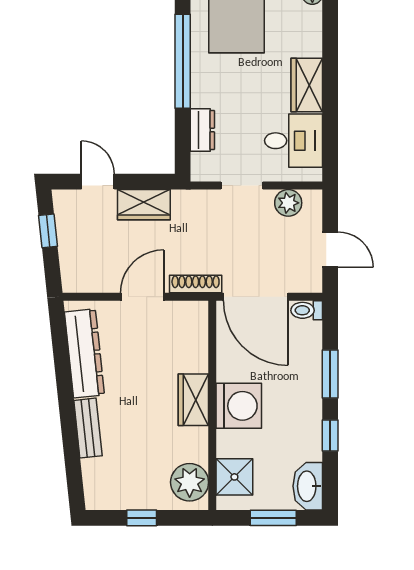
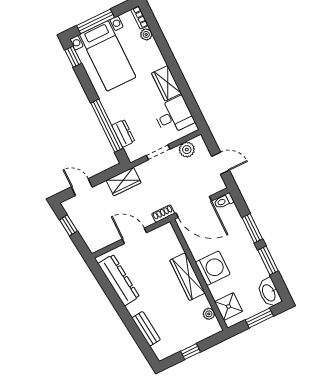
window: (183, 61) -> (107, 126), moved
wardrobe: (144, 205) -> (124, 182), moved
shoe rack: (196, 284) -> (163, 214), width x0.70
door: (142, 297) -> (134, 236), hinge flipped
wardrobe: (193, 400) -> (187, 277), width x1.50
bench: (88, 428) -> (146, 329), moved
window: (330, 436) -> (268, 260), width x1.50
plant: (190, 482) -> (209, 314), width x0.53, depth x0.53

